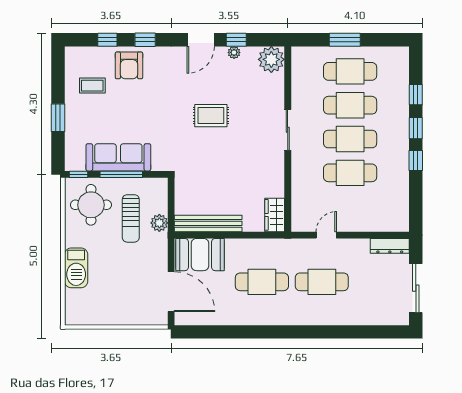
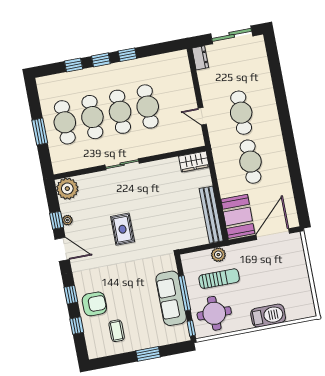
dresser: (390, 246) -> (200, 58), width x0.70

